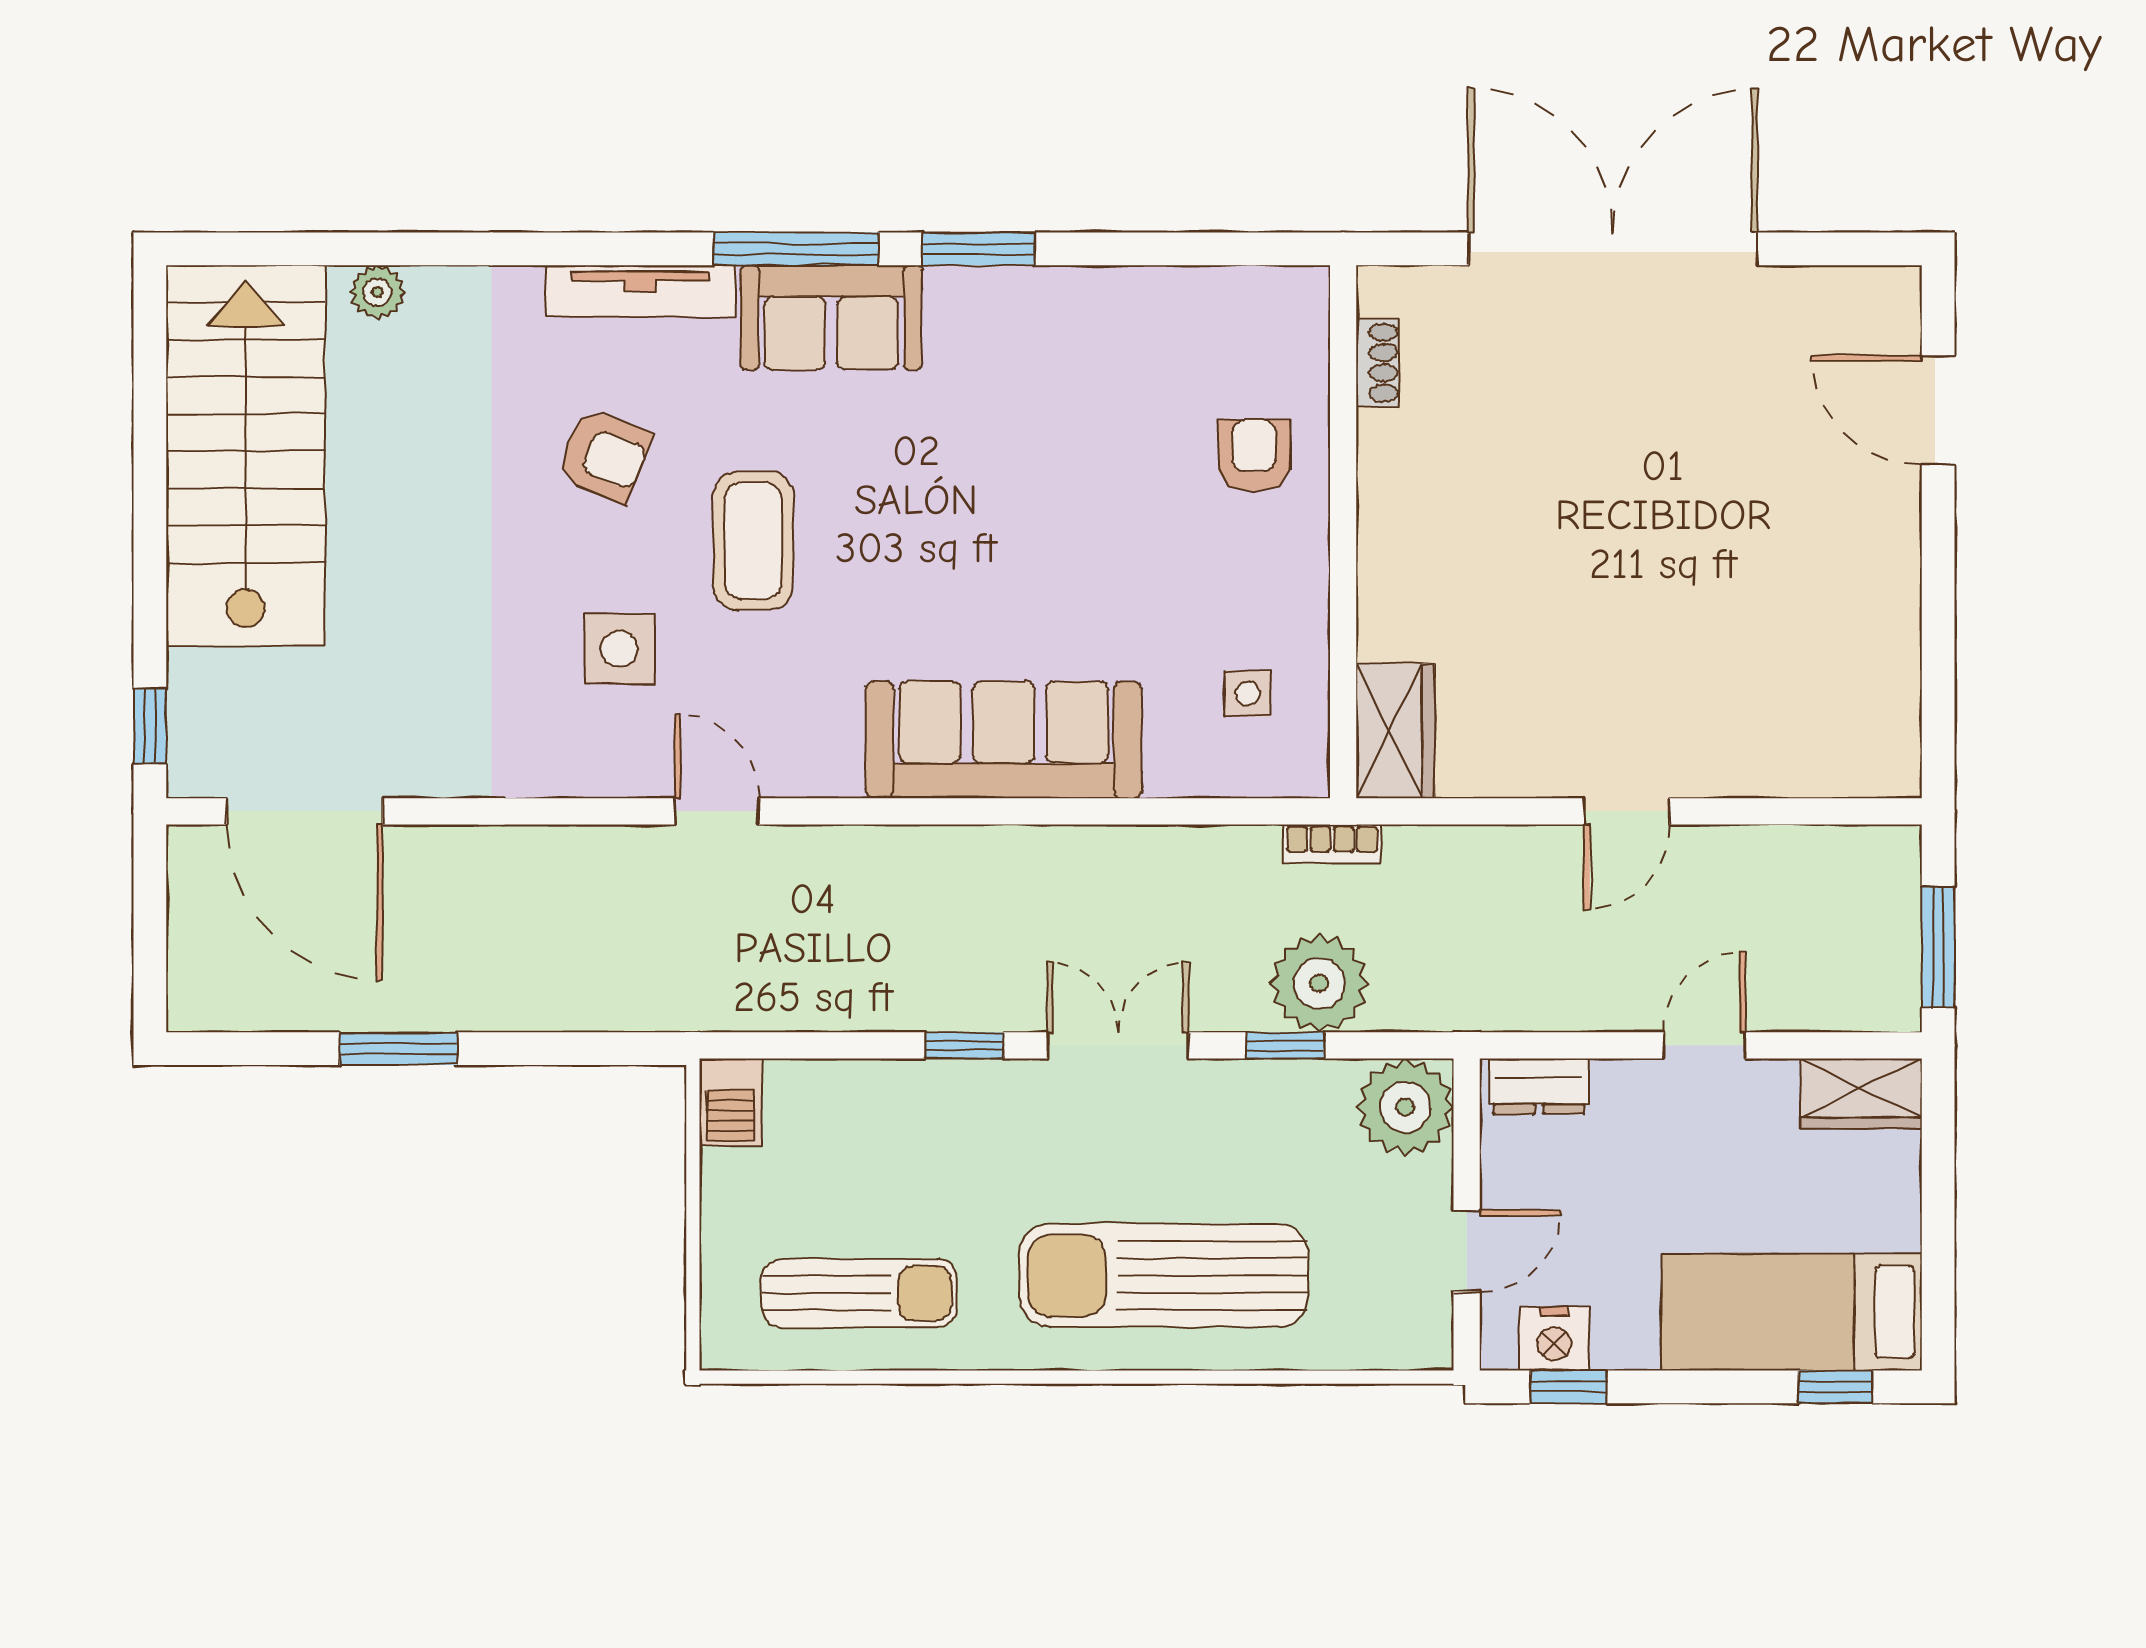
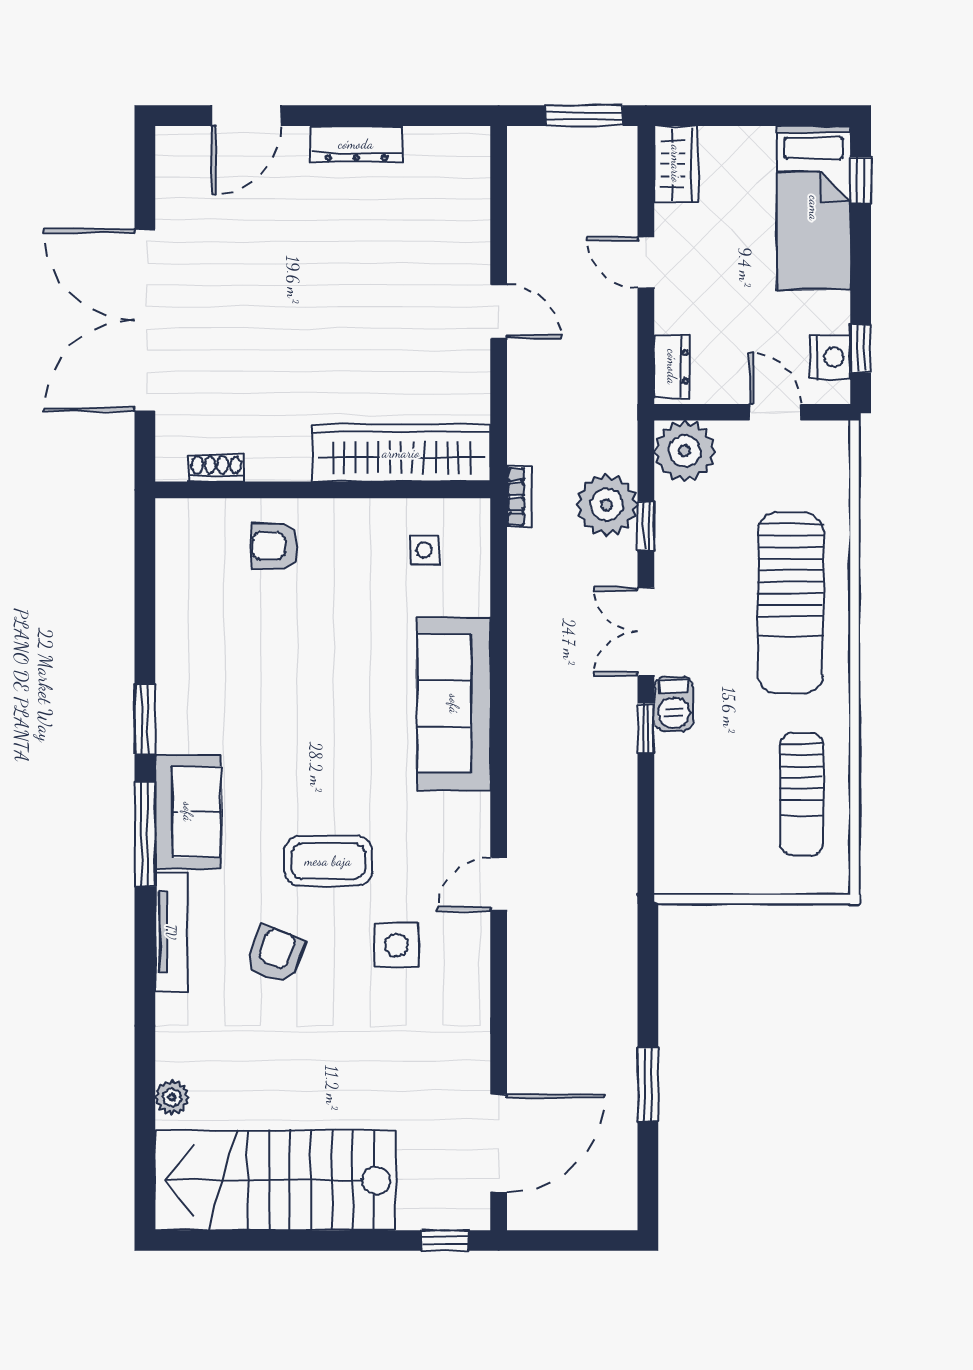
dresser: (1893, 585) -> (356, 144), added
wardrobe: (1395, 731) -> (401, 453), width x2.10, depth x1.17
barbecue: (730, 1102) -> (674, 704), moved, turned 90
sun lounger: (859, 1293) -> (802, 794), turned 180

